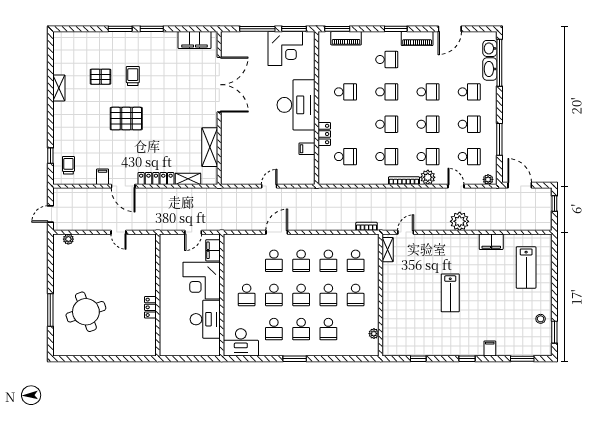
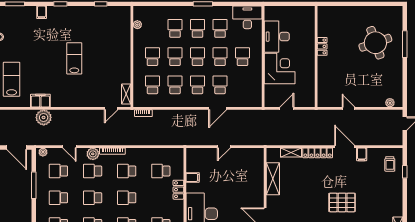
plant: (460, 221) -> (44, 117), moved
filing cabinet: (213, 250) -> (270, 94), removed

